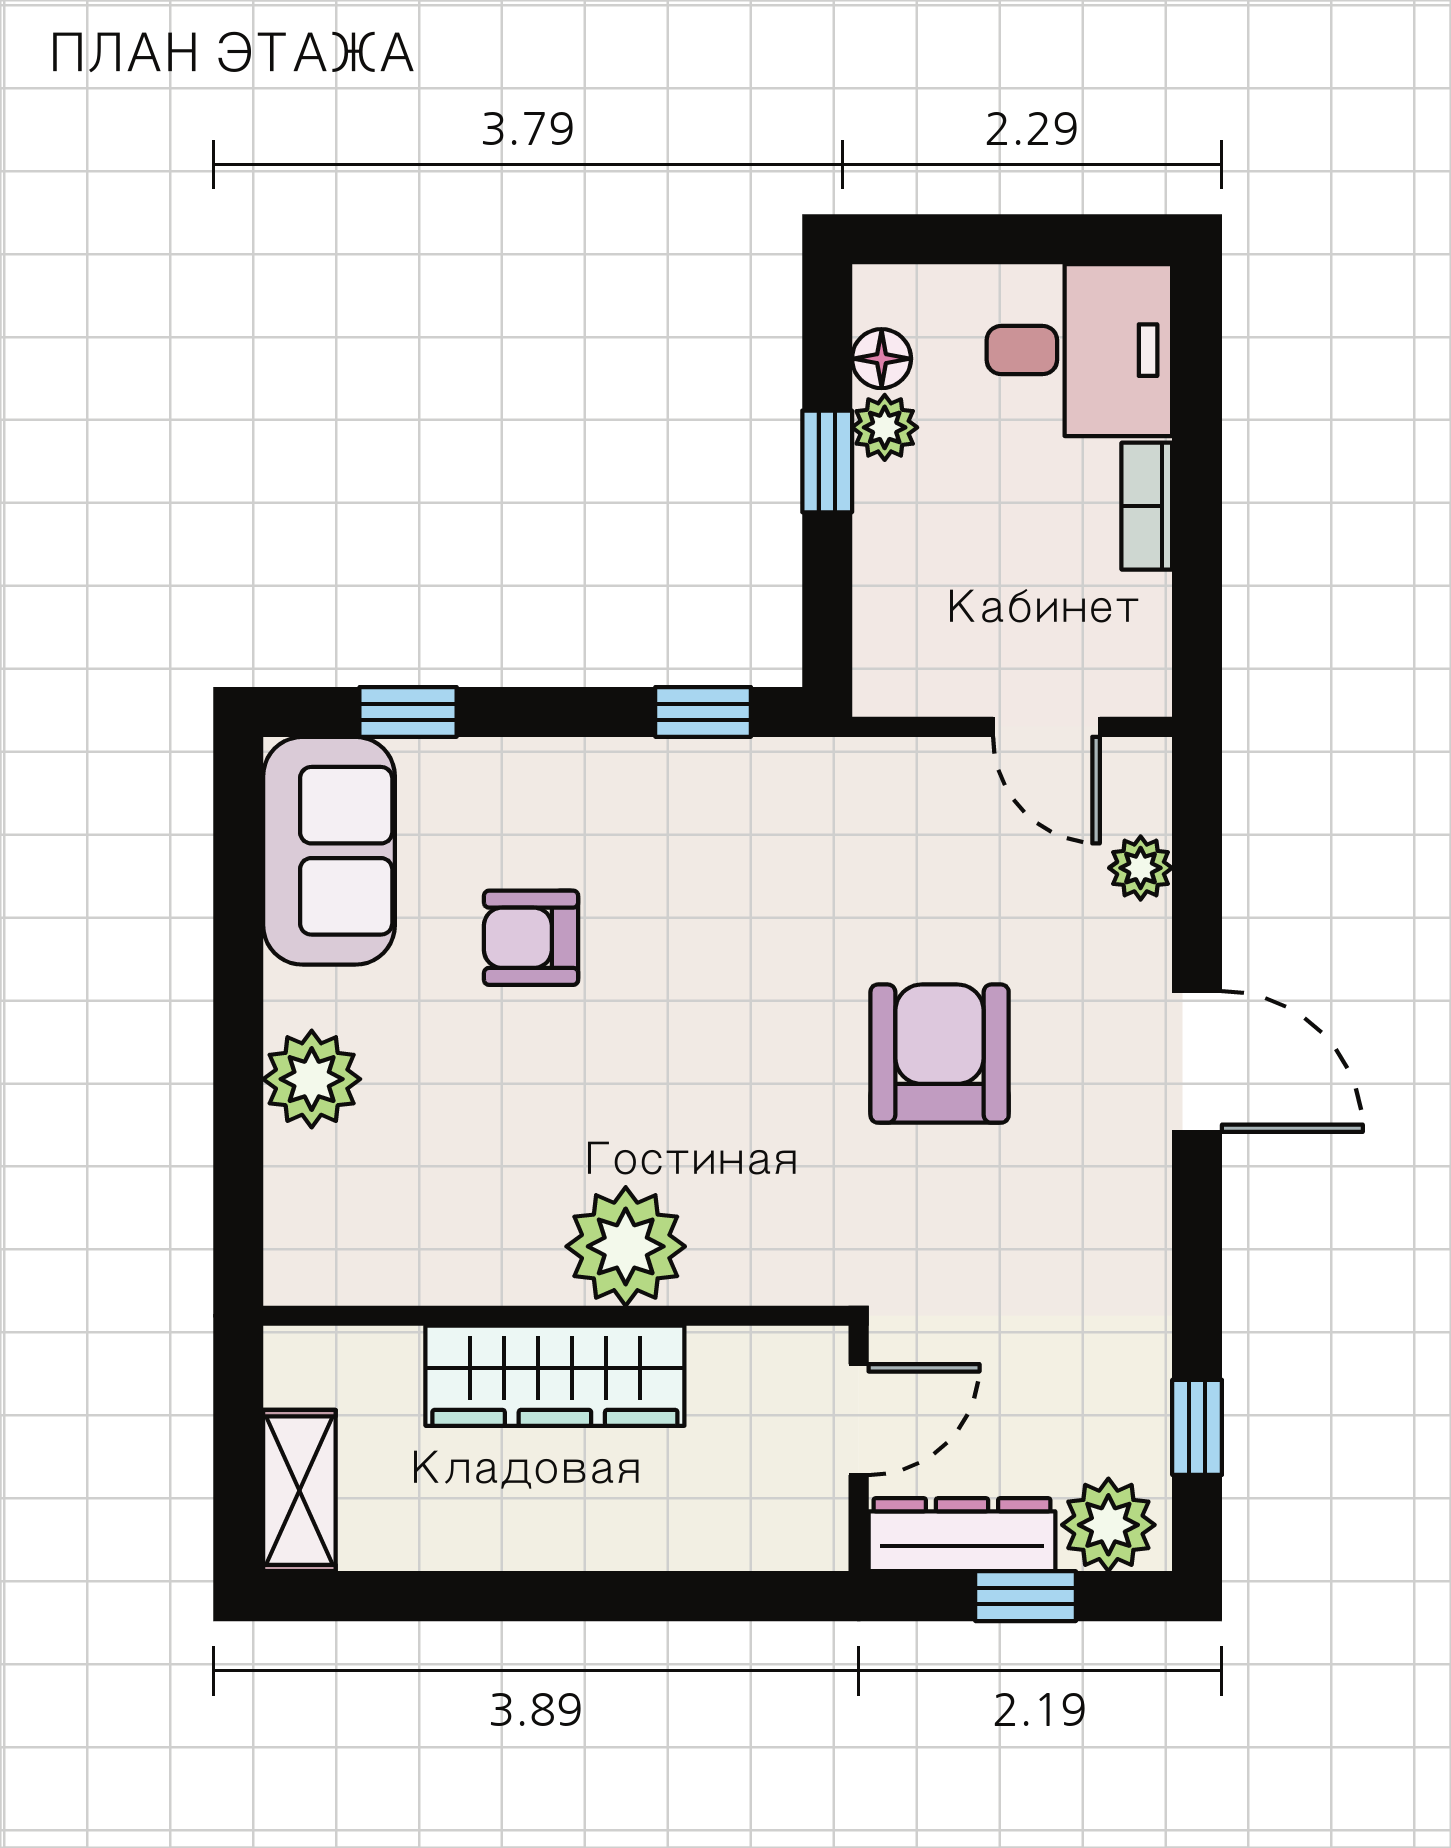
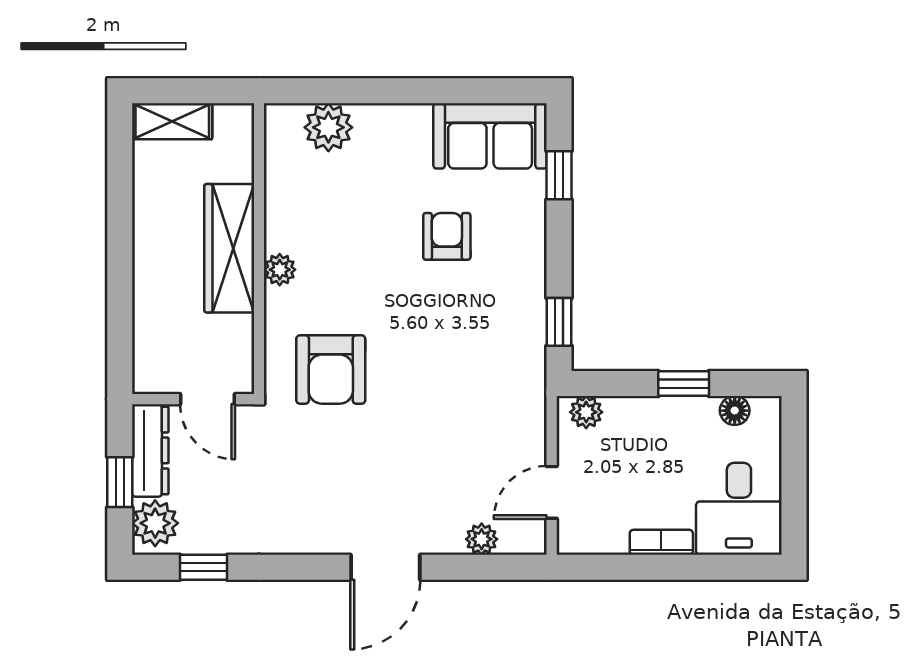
plant: (885, 427) -> (586, 412), moved
armchair: (940, 1054) -> (331, 370), moved, turned 90
plant: (312, 1079) -> (328, 127), moved
plant: (626, 1246) -> (280, 270), width x0.53, depth x0.53

